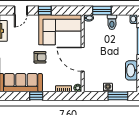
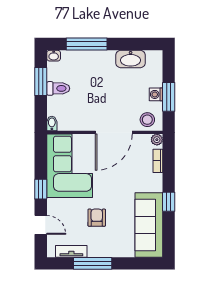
window: (102, 10) -> (41, 82), moved
armchair: (40, 57) -> (97, 218), moved
stool: (91, 82) -> (147, 120), added
window: (118, 96) -> (169, 97), moved

